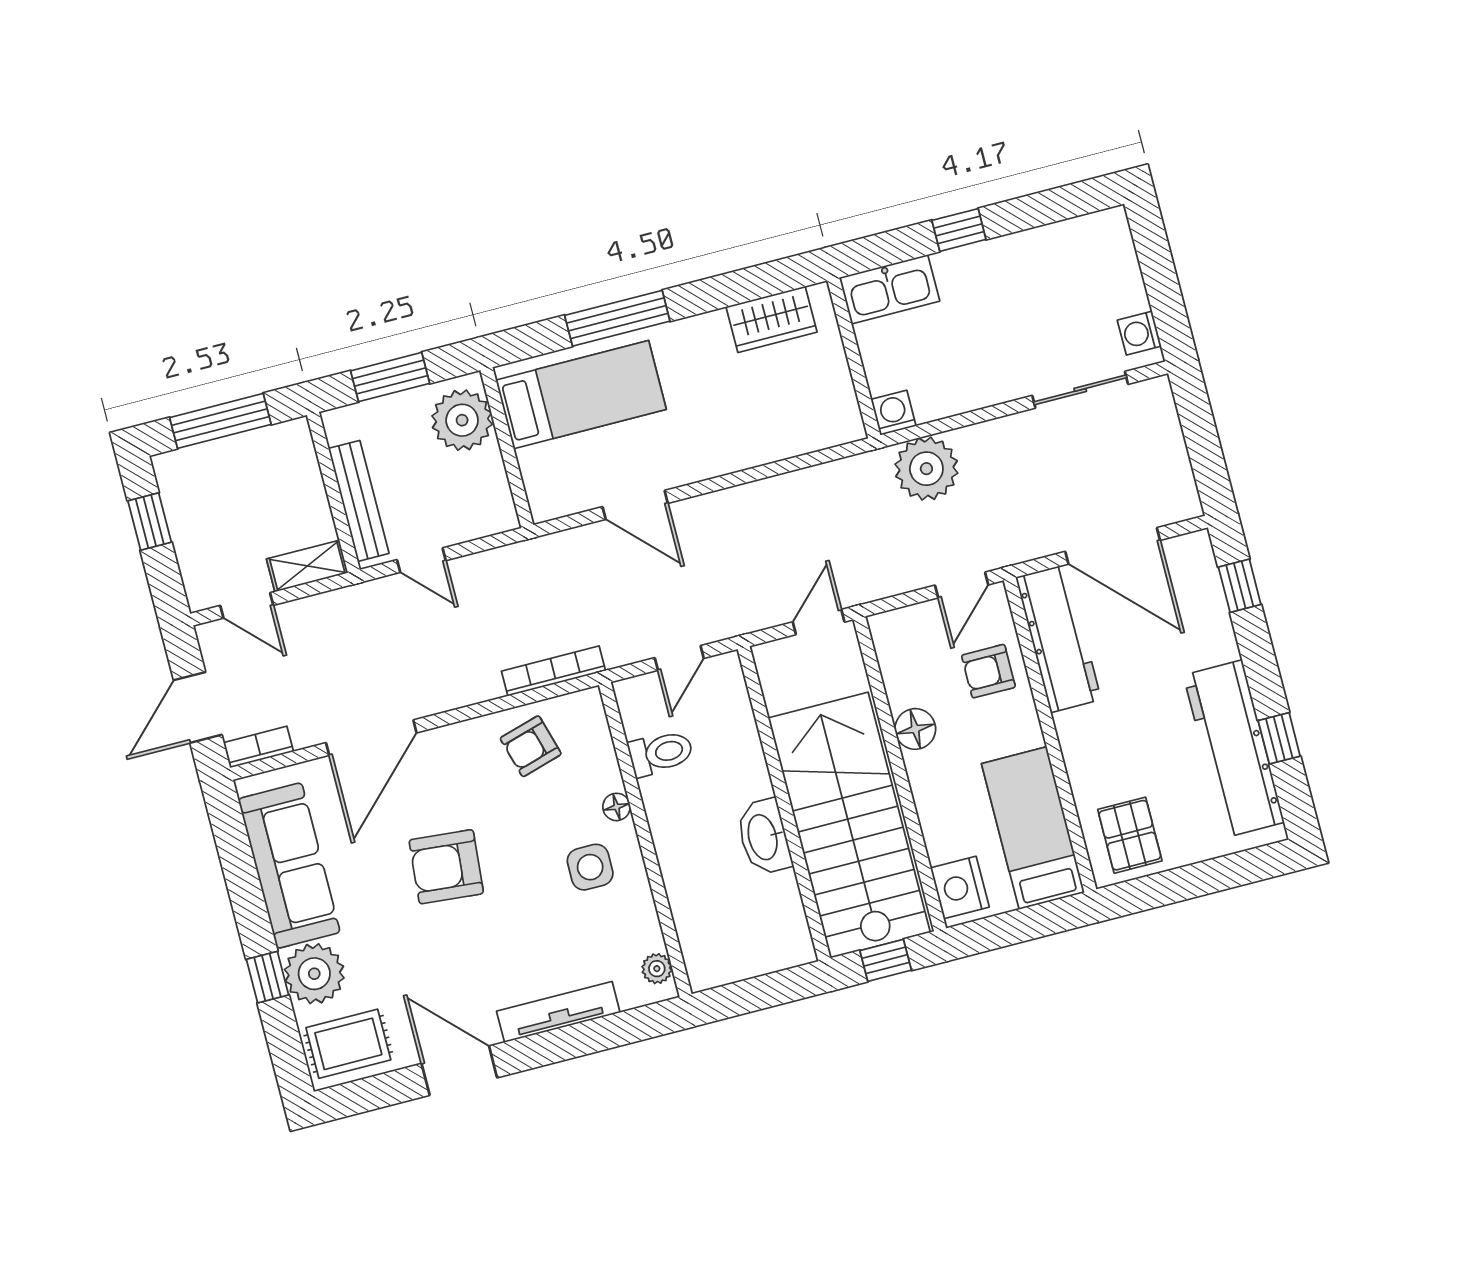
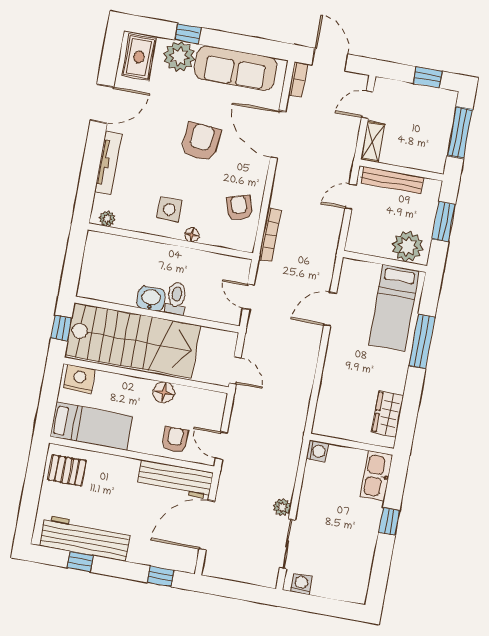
plant: (926, 469) -> (282, 507), moved, width x0.53, depth x0.53
toilet: (661, 753) -> (176, 299), moved, turned 180
washbasin: (764, 837) -> (151, 299), width x0.72

